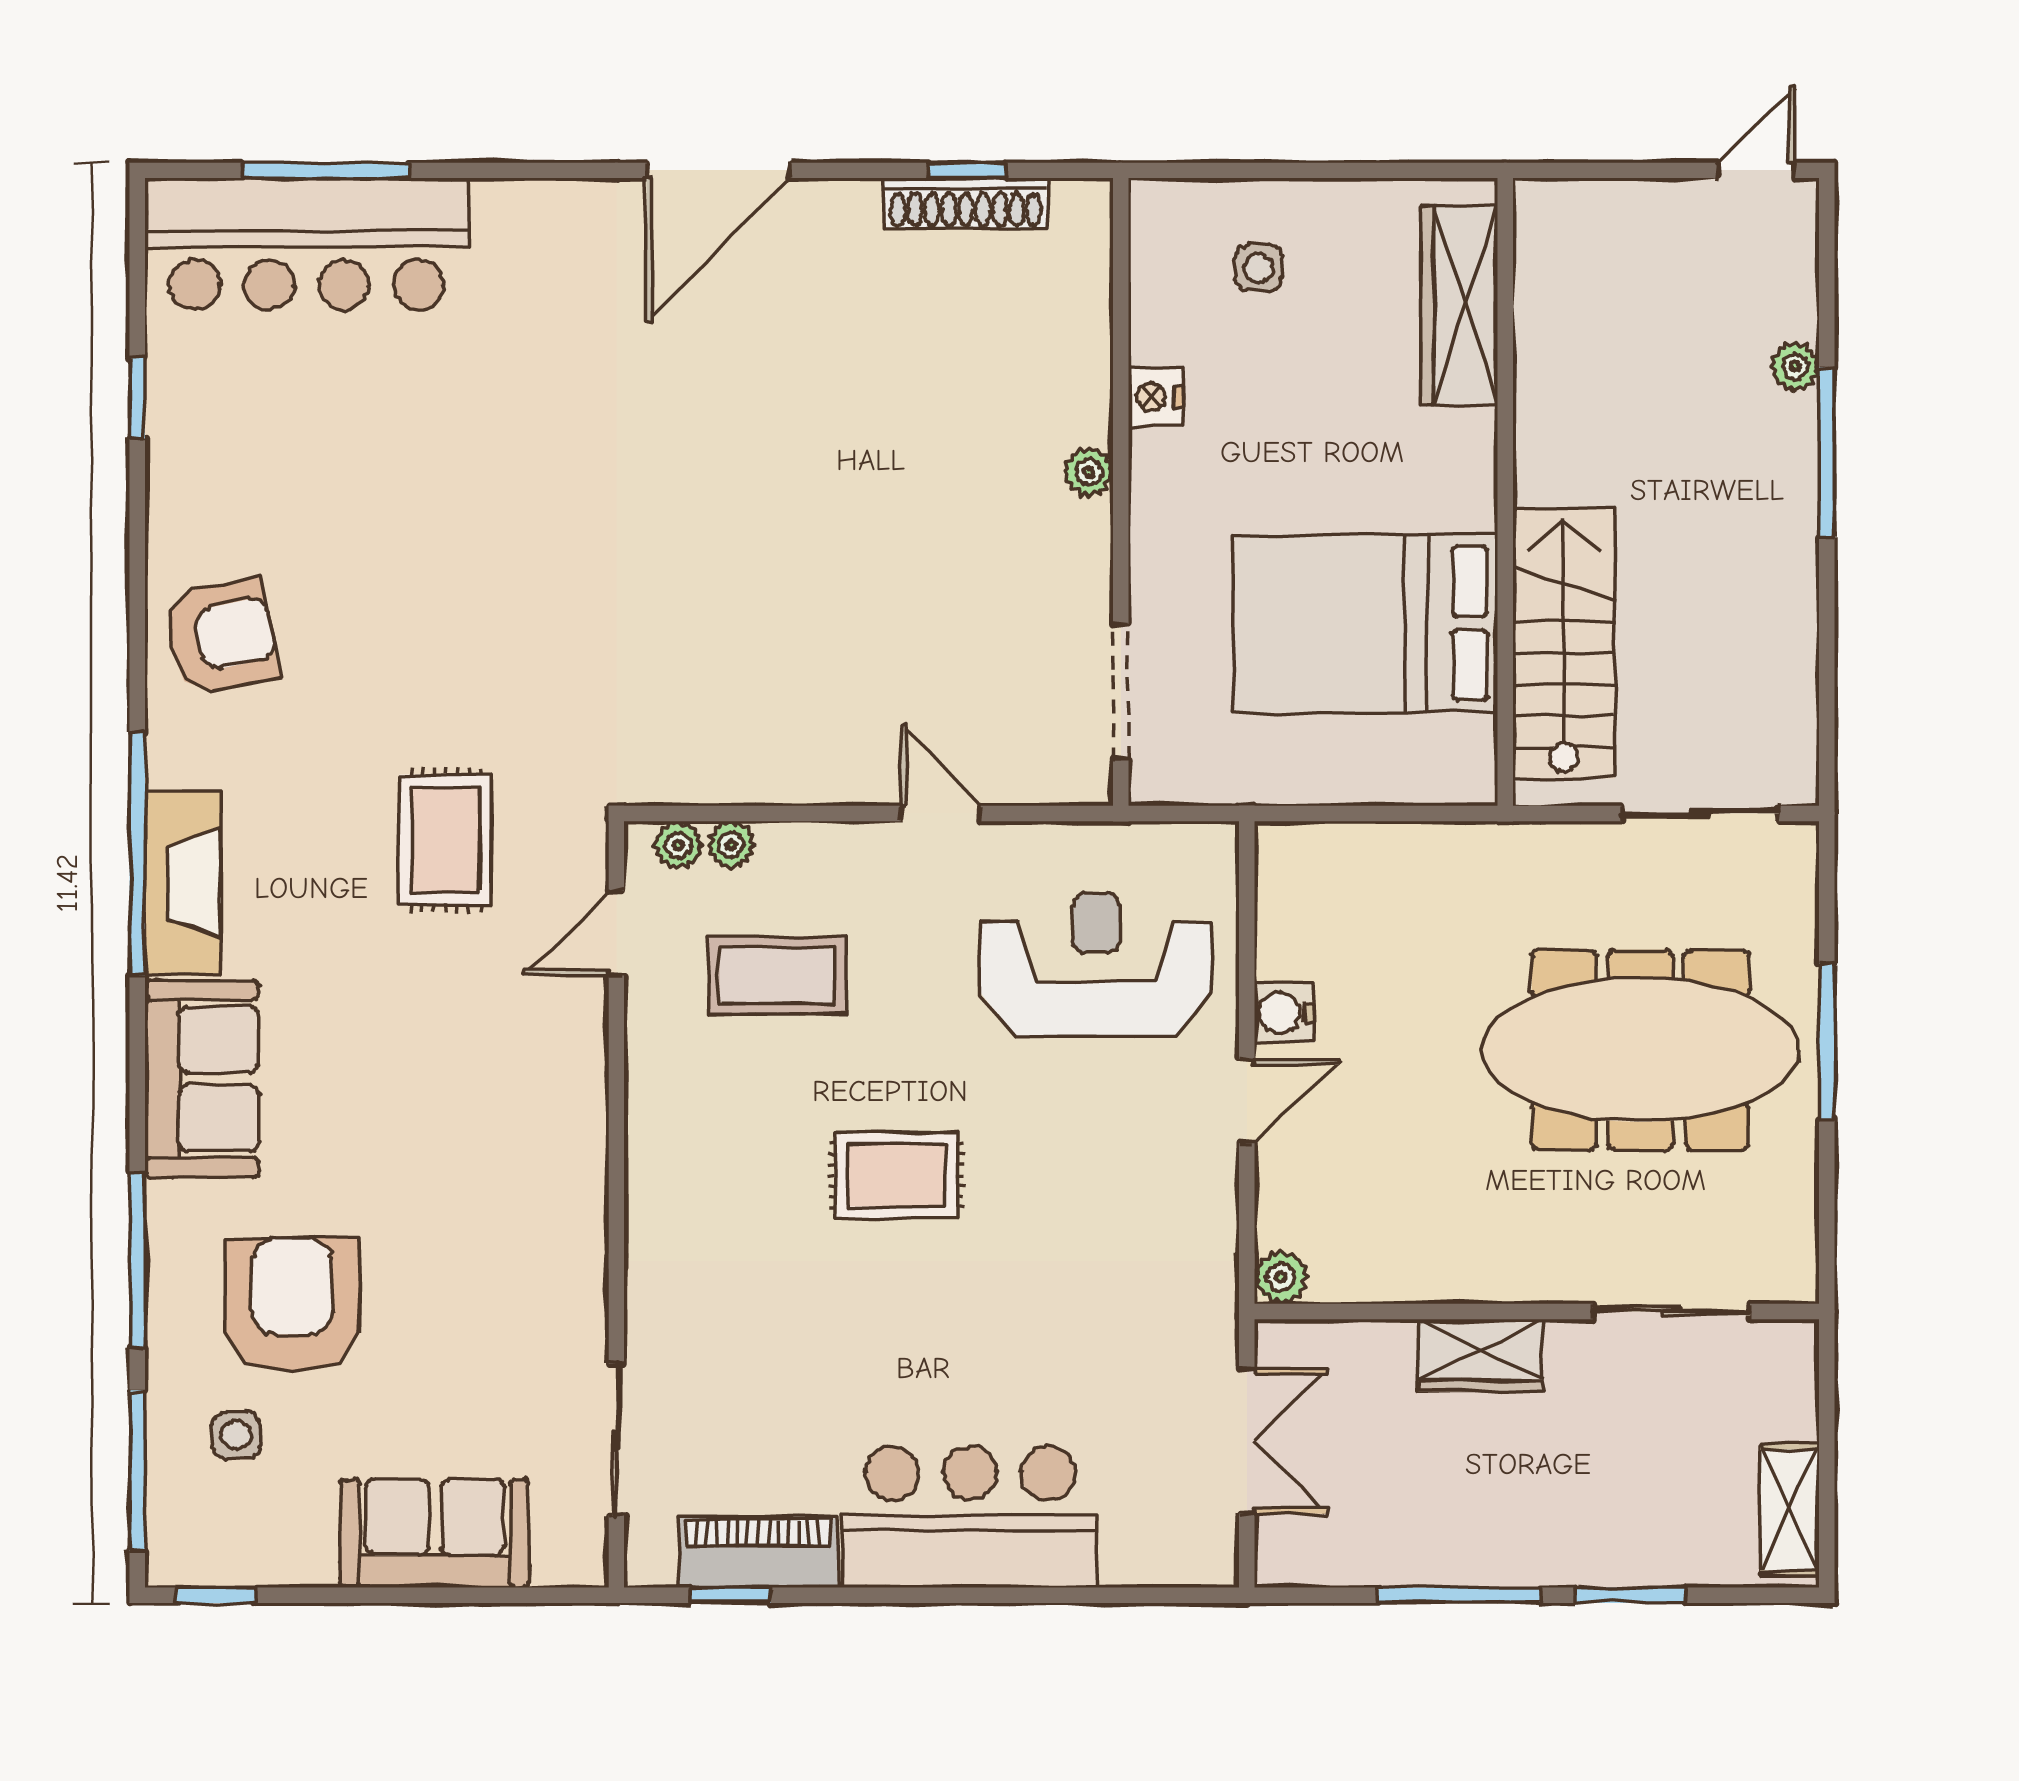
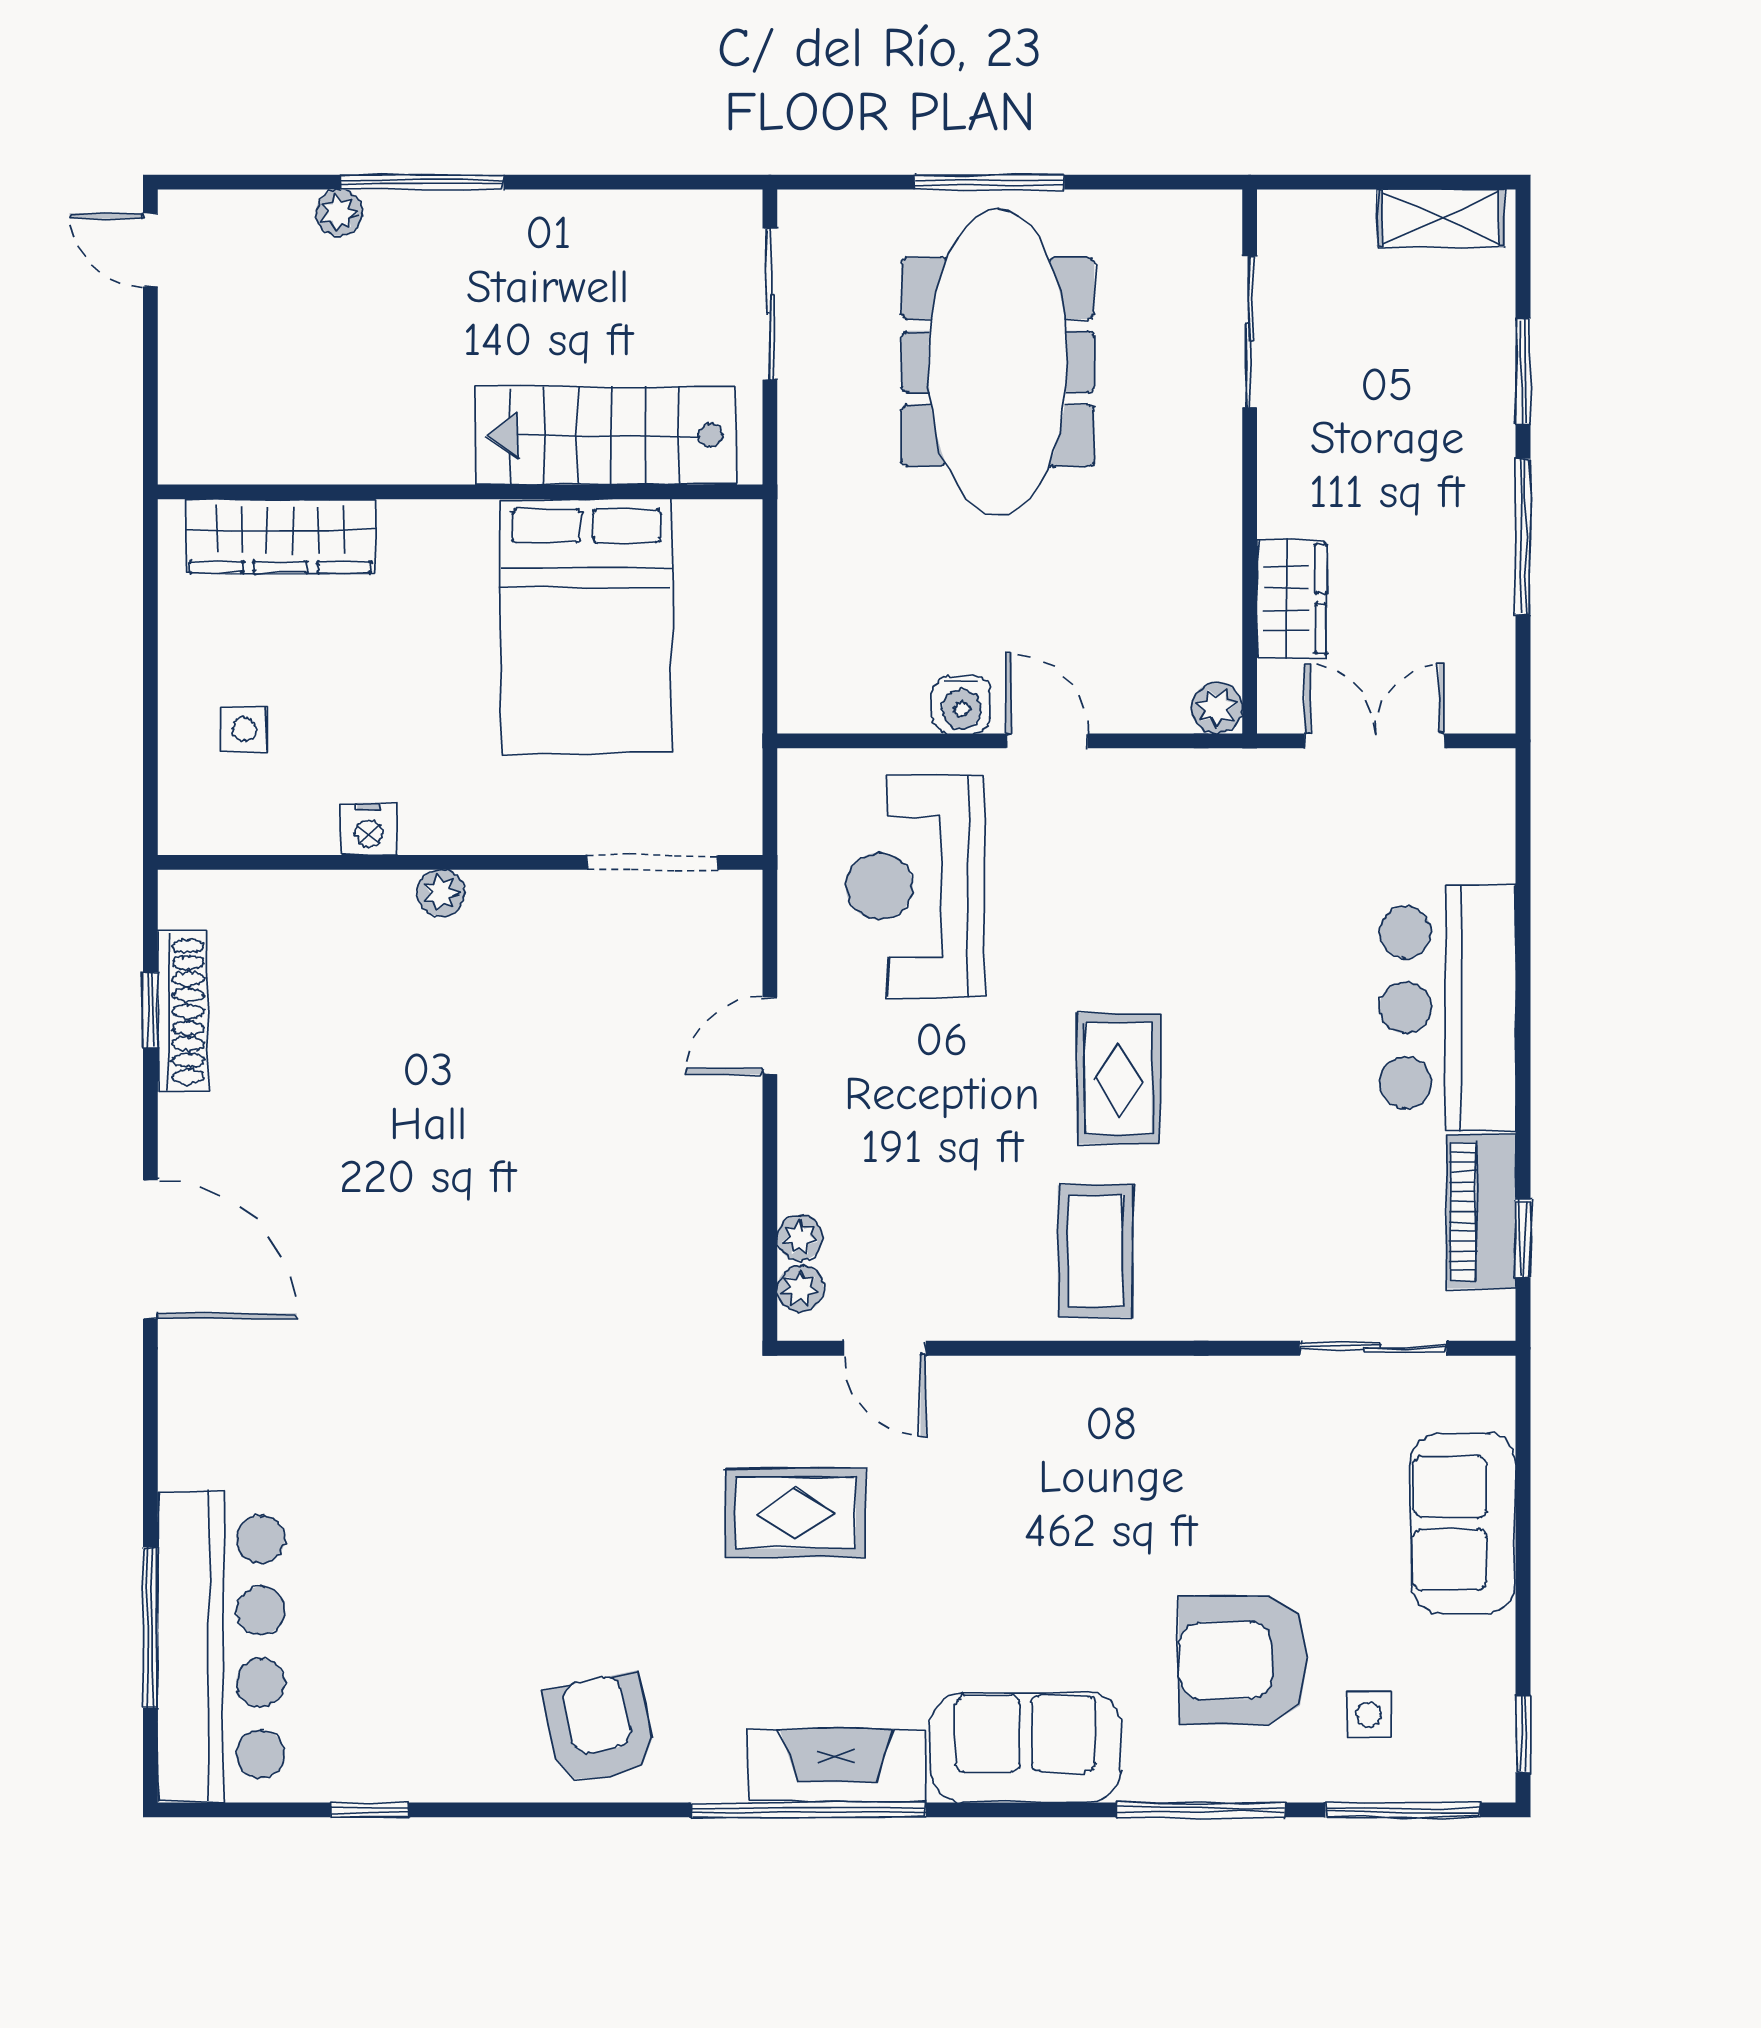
coffee table: (777, 975) -> (1096, 1251), moved
wardrobe: (1480, 1355) -> (1292, 599), moved

